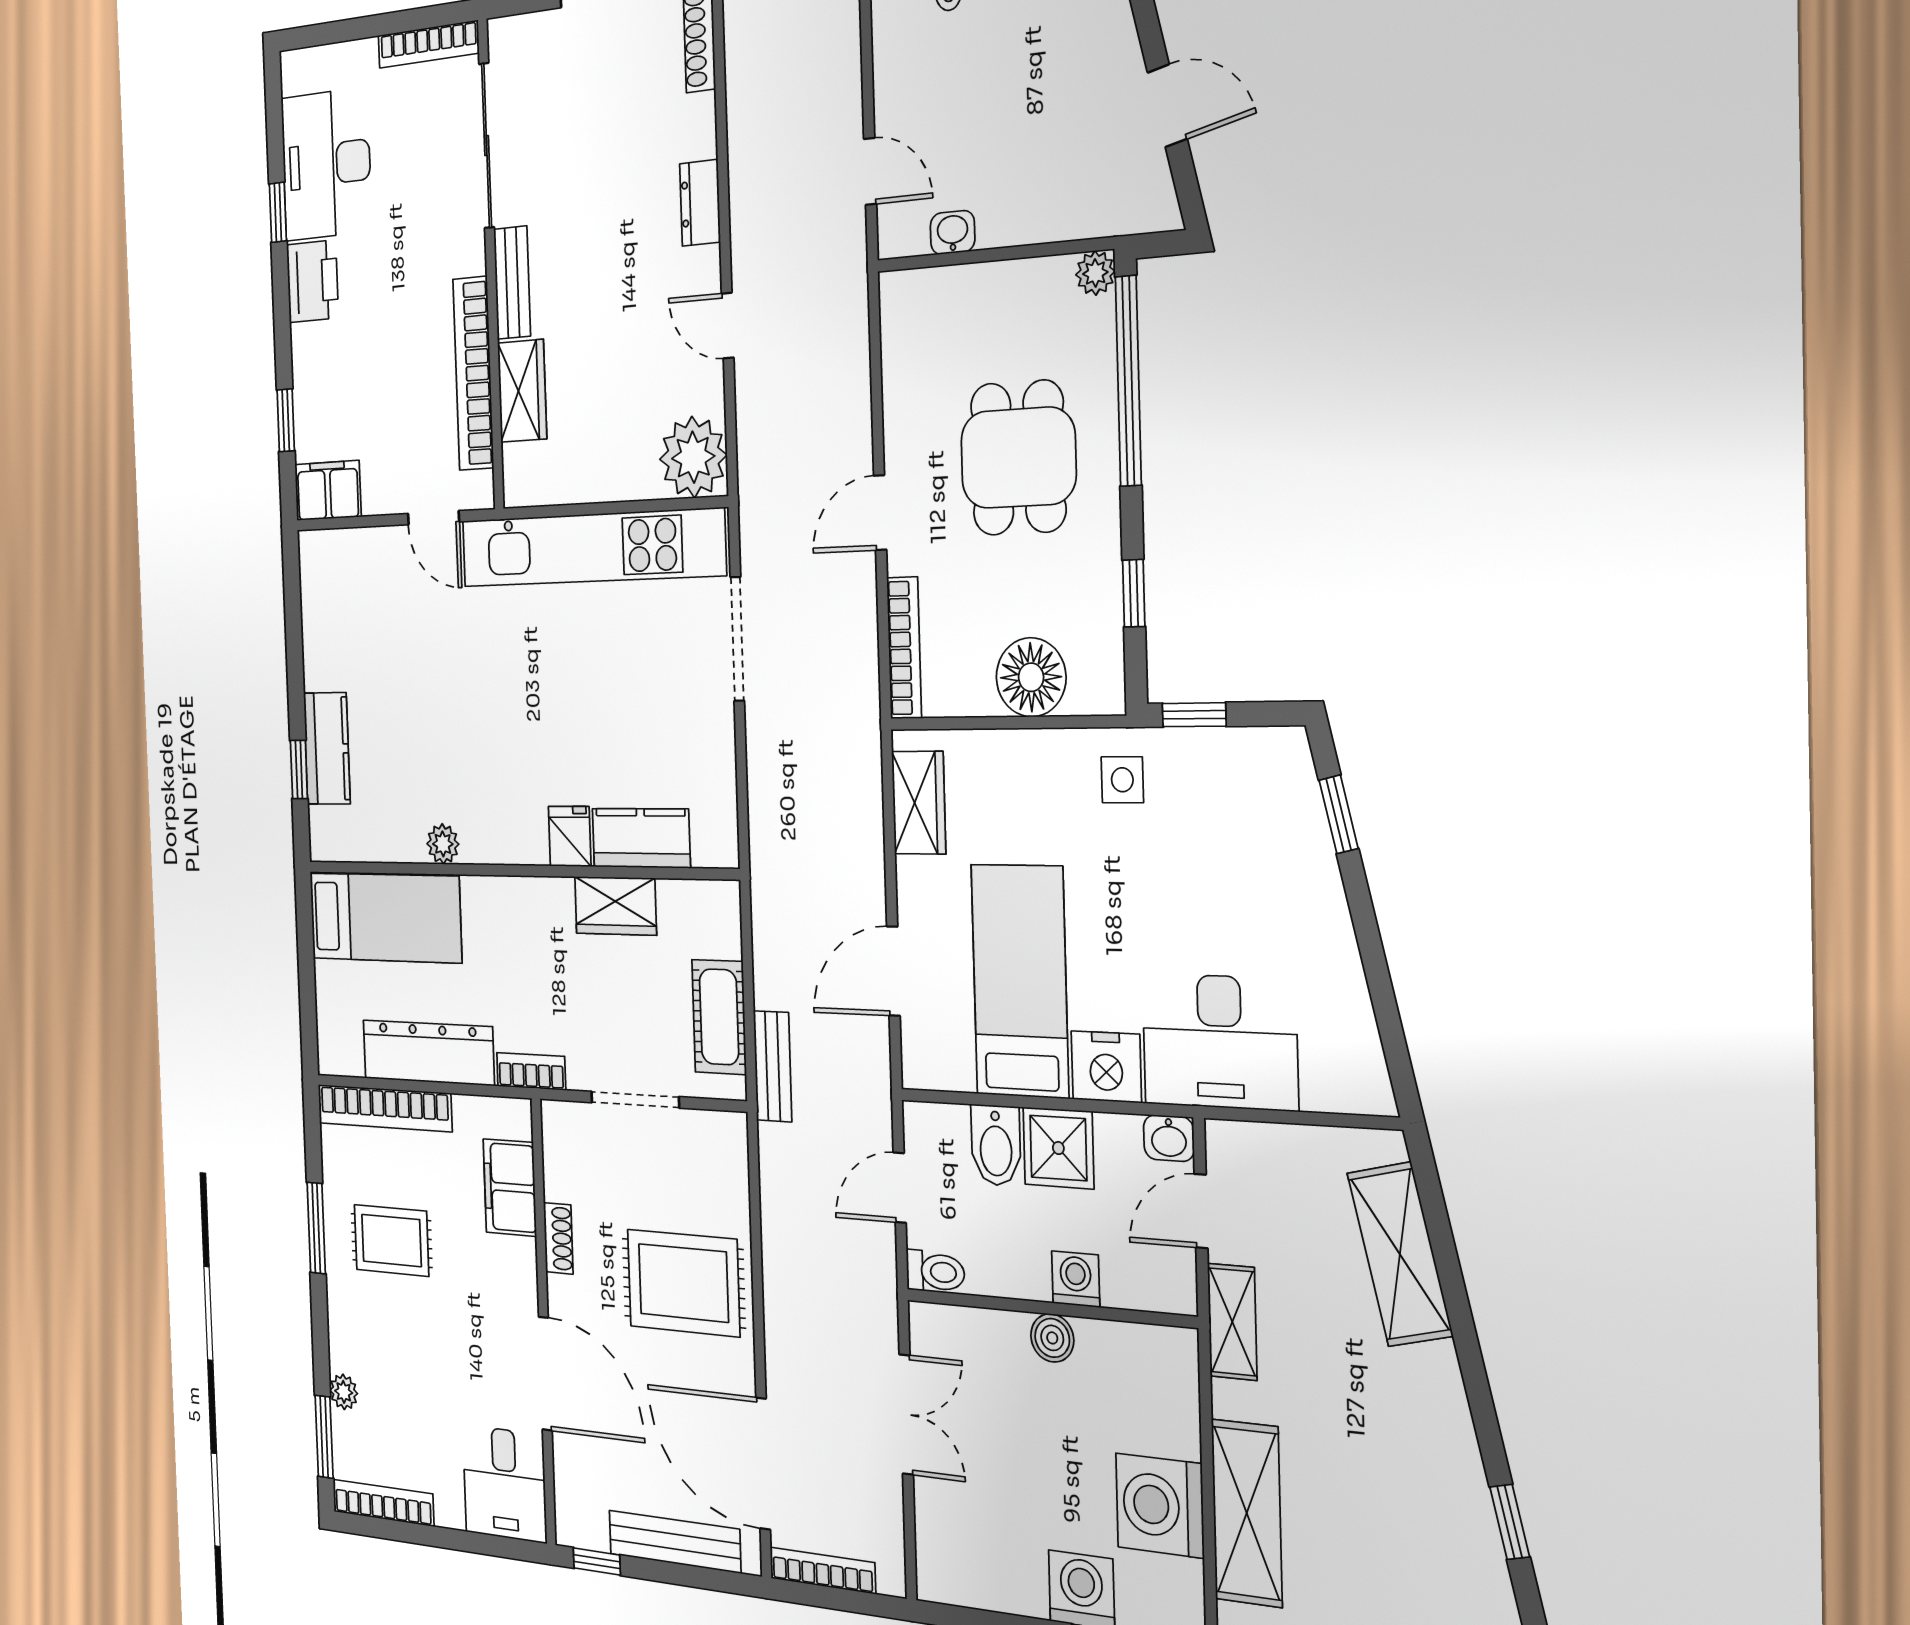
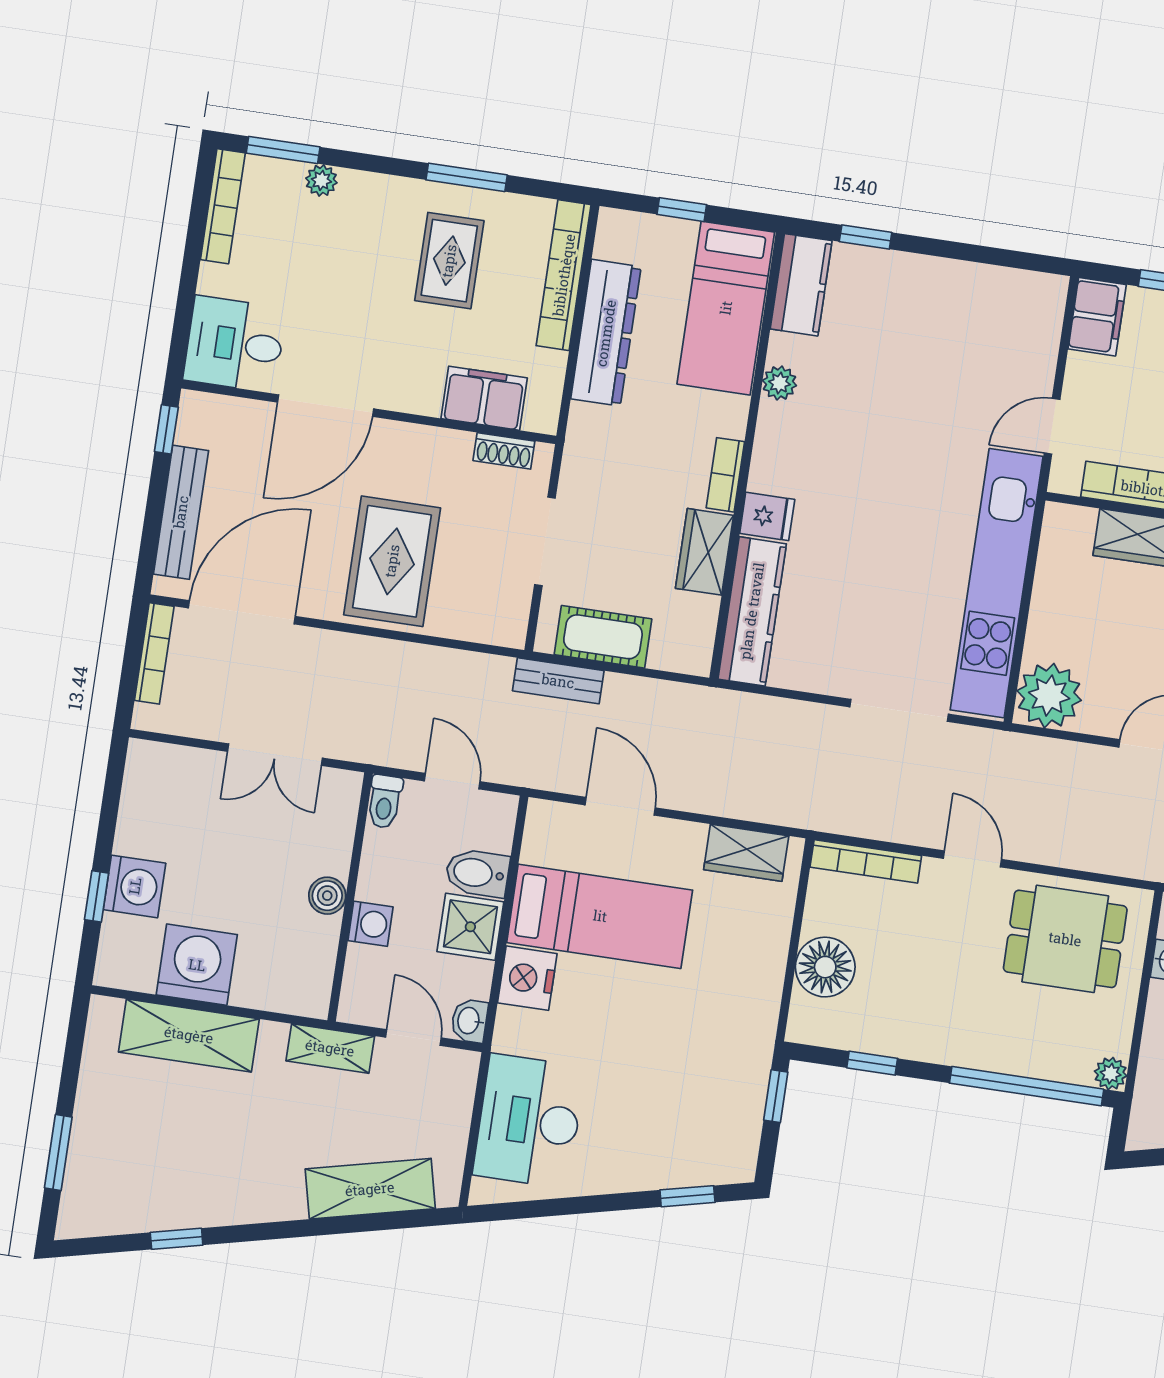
dining table: (1018, 458) -> (1065, 939), moved
kitchen counter: (327, 748) -> (801, 285), moved, turned -90
side table: (1122, 780) -> (738, 1029), removed
kitchen counter: (641, 838) -> (752, 611), width x1.50
window: (307, 982) -> (682, 210), added
desk: (1220, 1042) -> (529, 1121), moved
bookcase: (531, 1071) -> (725, 475), moved, turned 180
shoe rack: (558, 1238) -> (504, 451), moved

